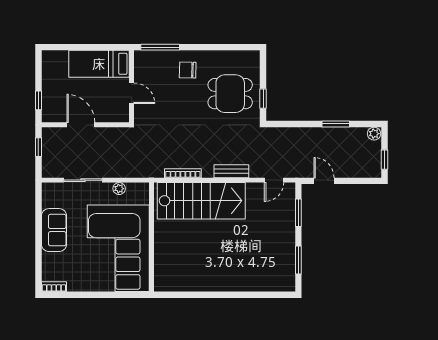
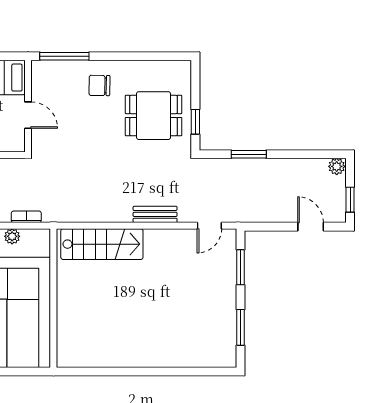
window: (336, 124) -> (249, 154), moved
bookcase: (183, 173) -> (26, 217), moved, width x0.64
door: (324, 181) -> (311, 227), moved
stairs: (201, 201) -> (102, 244), width x0.73, depth x0.66

